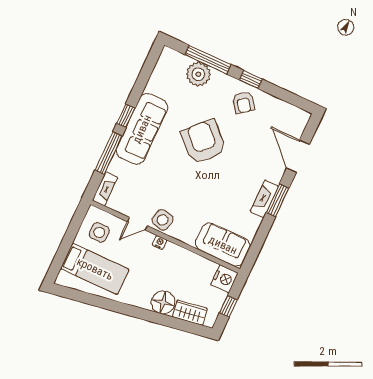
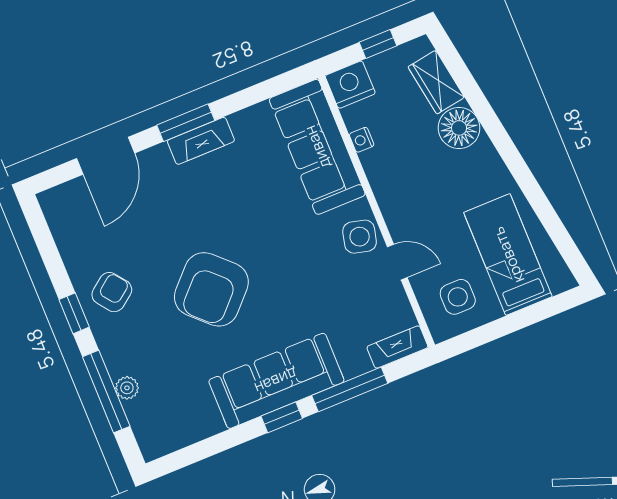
plant: (198, 74) -> (127, 388), width x0.53, depth x0.53
nightstand: (160, 242) -> (362, 140), moved
sofa: (223, 245) -> (317, 147), width x1.36

